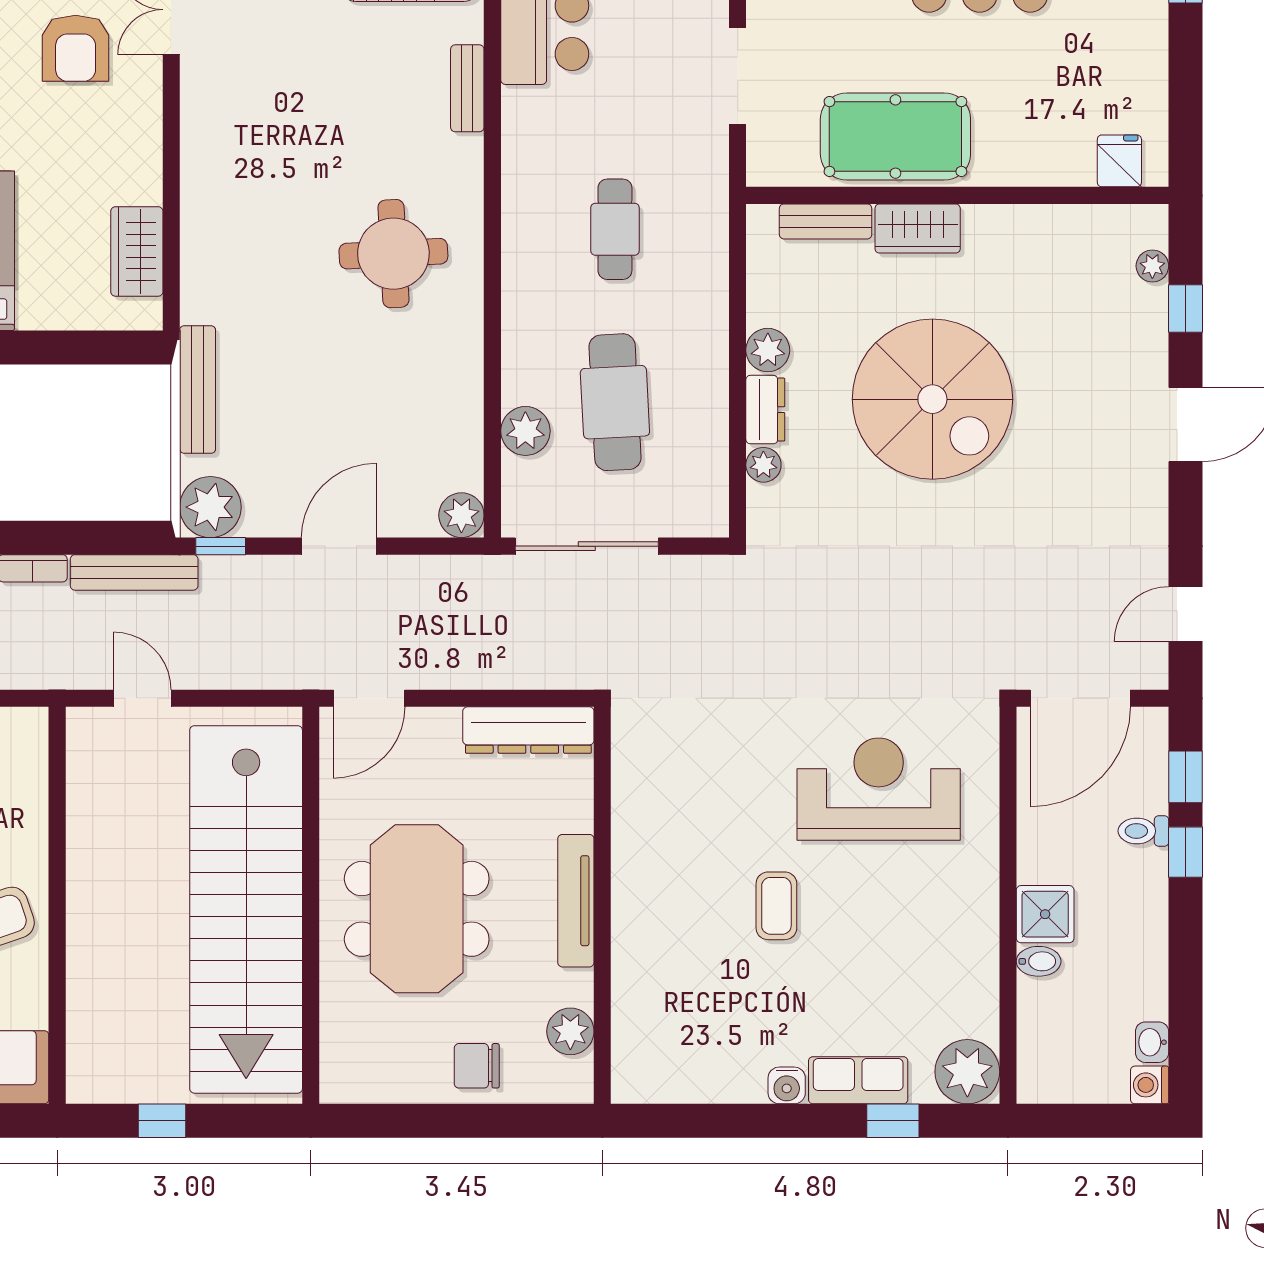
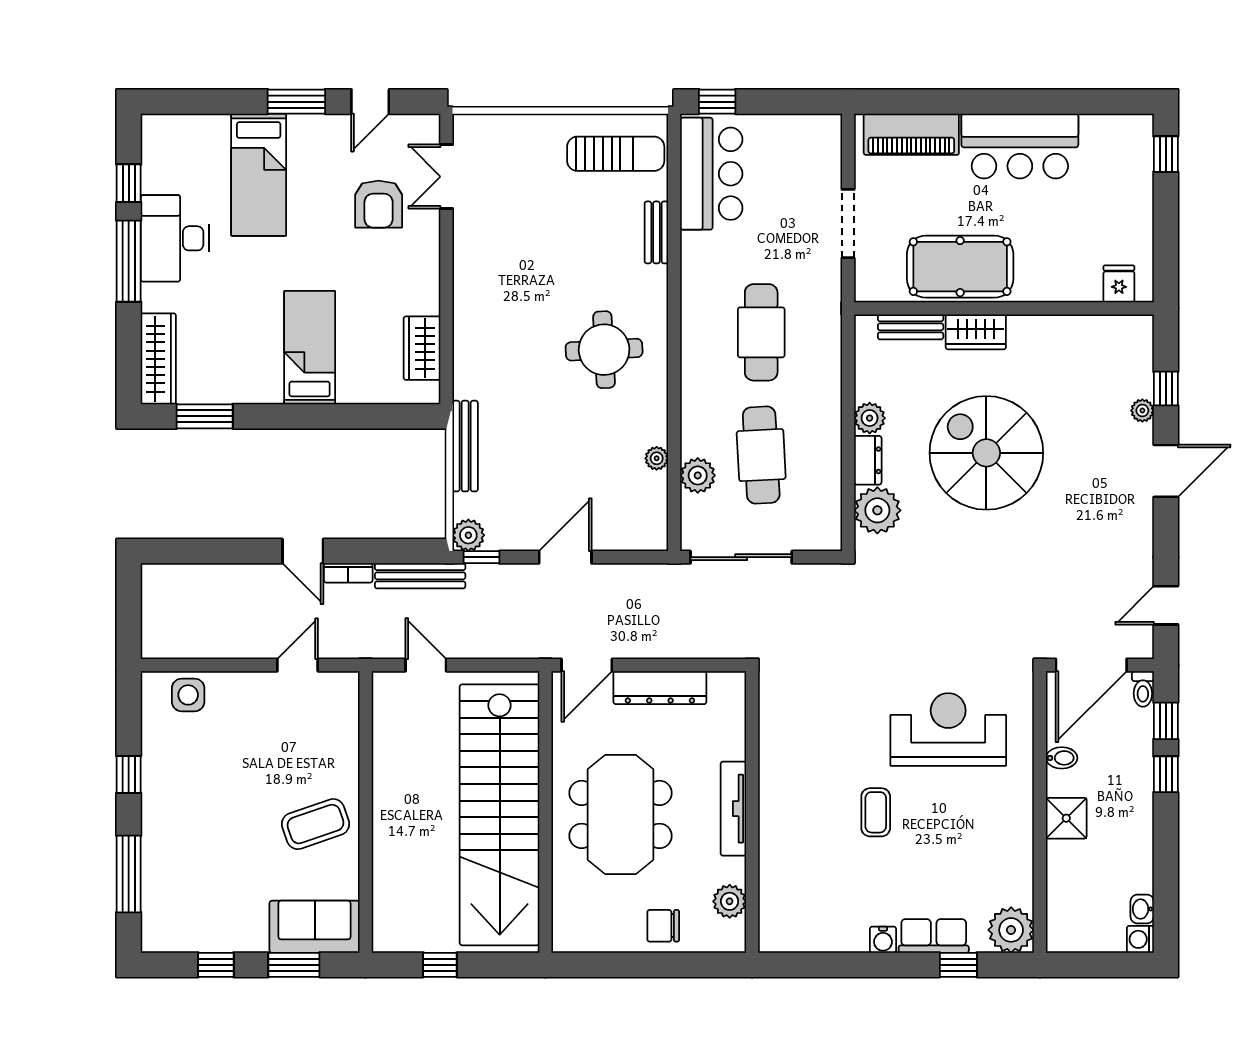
cafe table: (615, 229) -> (761, 332), width x1.37, depth x1.35
plant: (1152, 266) -> (1142, 411), moved
spiral stairs: (932, 399) -> (986, 453), turned 180
plant: (763, 465) -> (877, 510), width x1.88, depth x1.88
plant: (210, 507) -> (468, 535), width x0.73, depth x0.73
plant: (461, 515) -> (657, 458), moved, width x0.73, depth x0.73
dresser: (528, 730) -> (660, 688), moved
toilet: (1143, 831) -> (1143, 689), moved, turned -90
bidet: (1039, 961) -> (1062, 758), moved

